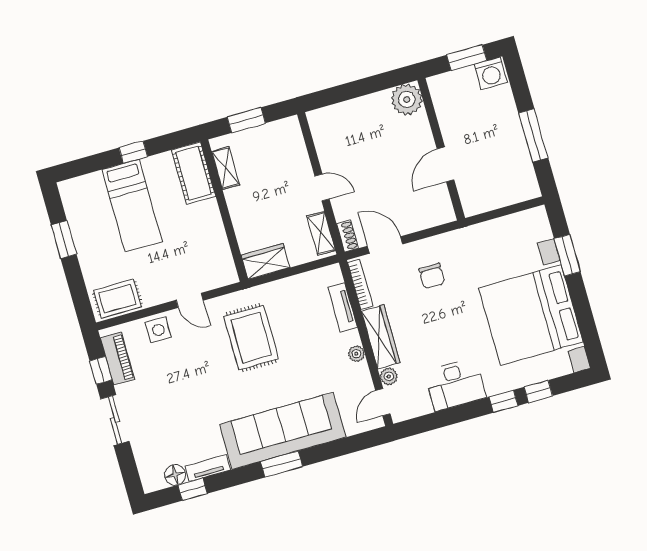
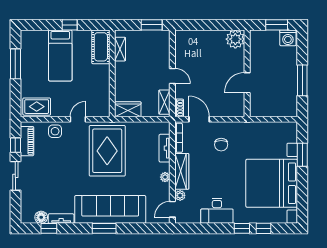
window: (246, 120) -> (152, 25), moved
window: (64, 240) -> (15, 64), width x1.44
door: (190, 300) -> (78, 119), swing flipped
rug: (251, 338) -> (107, 151), width x1.37, depth x1.44

